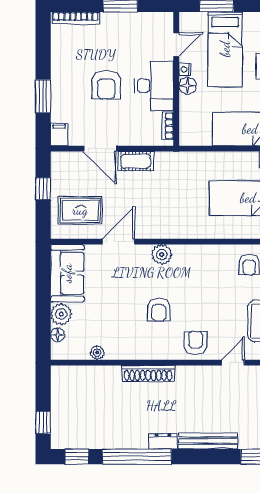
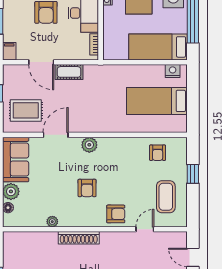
floor lamp: (188, 86) -> (110, 13), removed
armchair: (196, 343) -> (116, 214), turned 90
plant: (97, 353) -> (52, 222), moved

